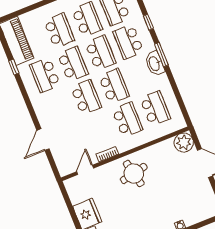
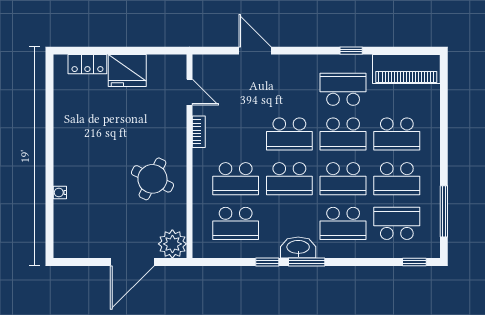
window: (148, 22) -> (267, 262), moved
school desk: (128, 42) -> (343, 223), turned 180
window: (14, 67) -> (351, 51), moved
round table: (134, 174) -> (152, 179), moved, turned 38

